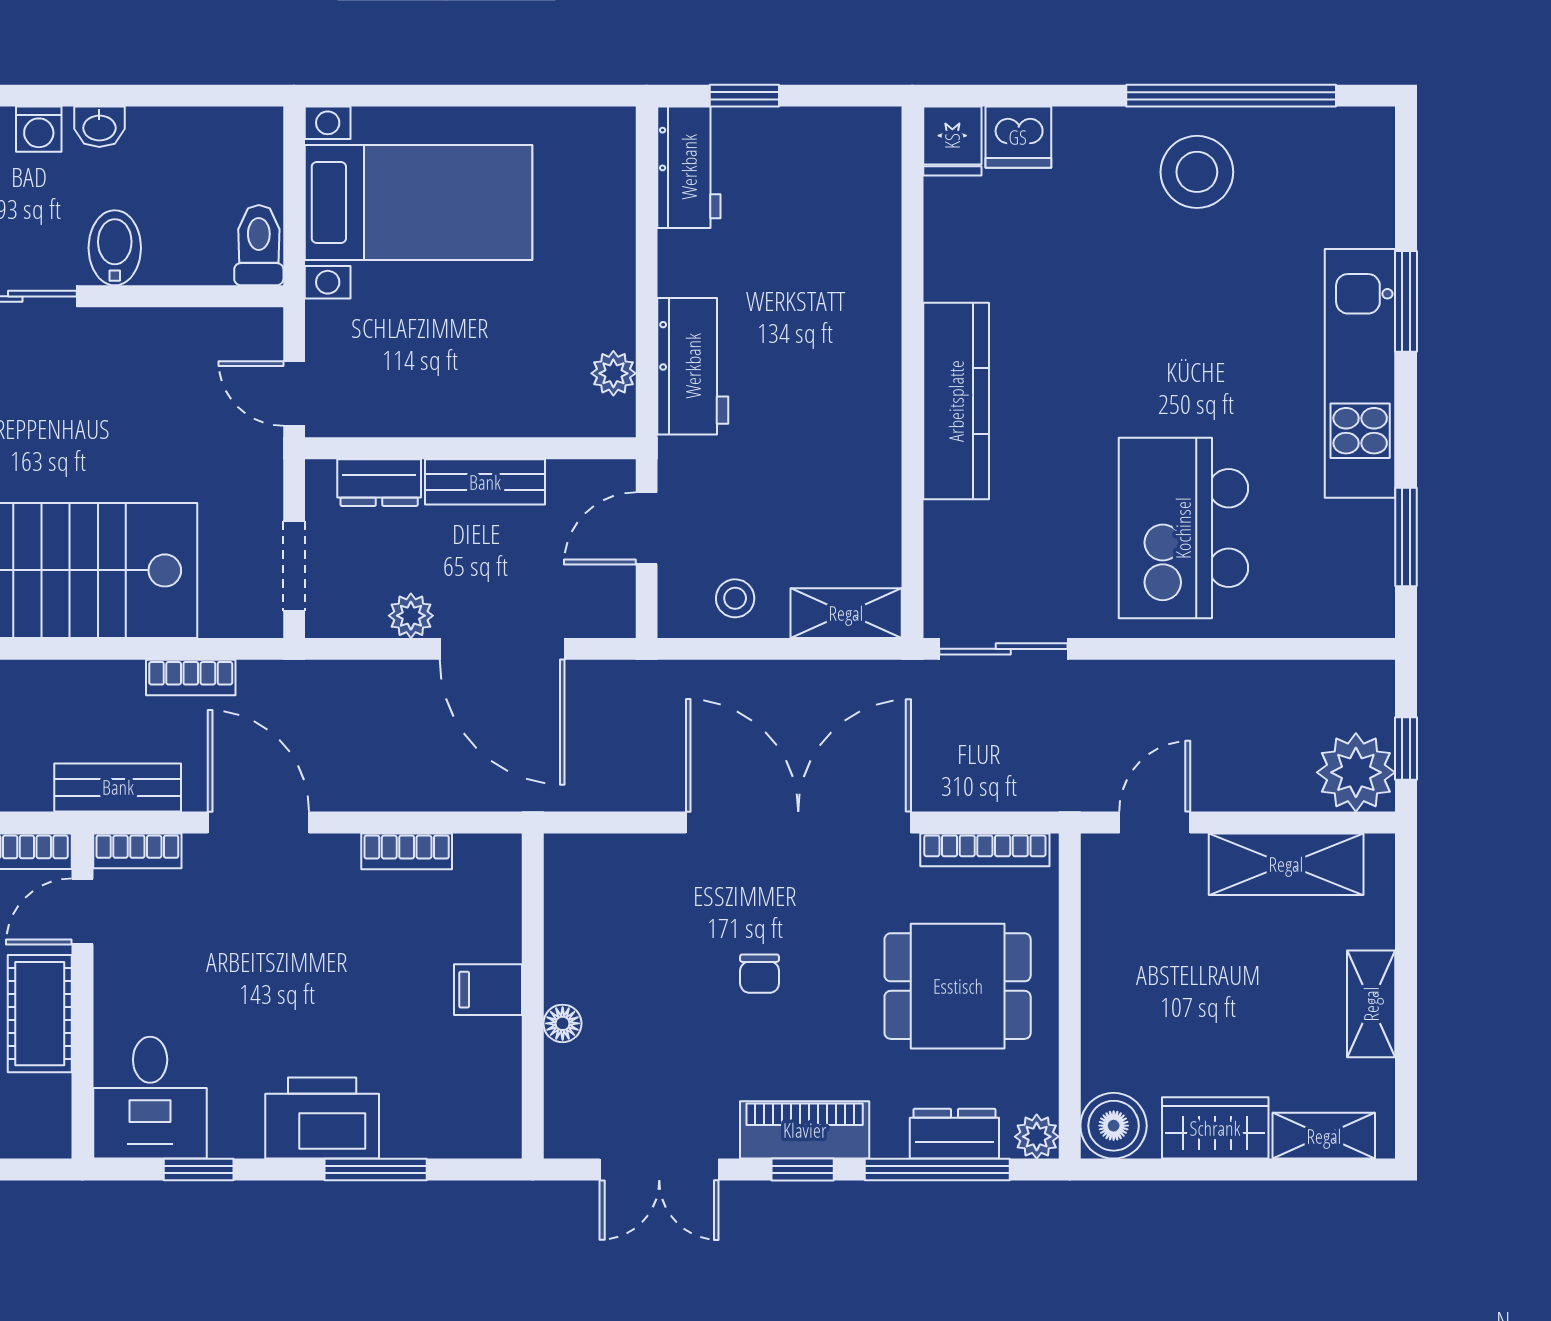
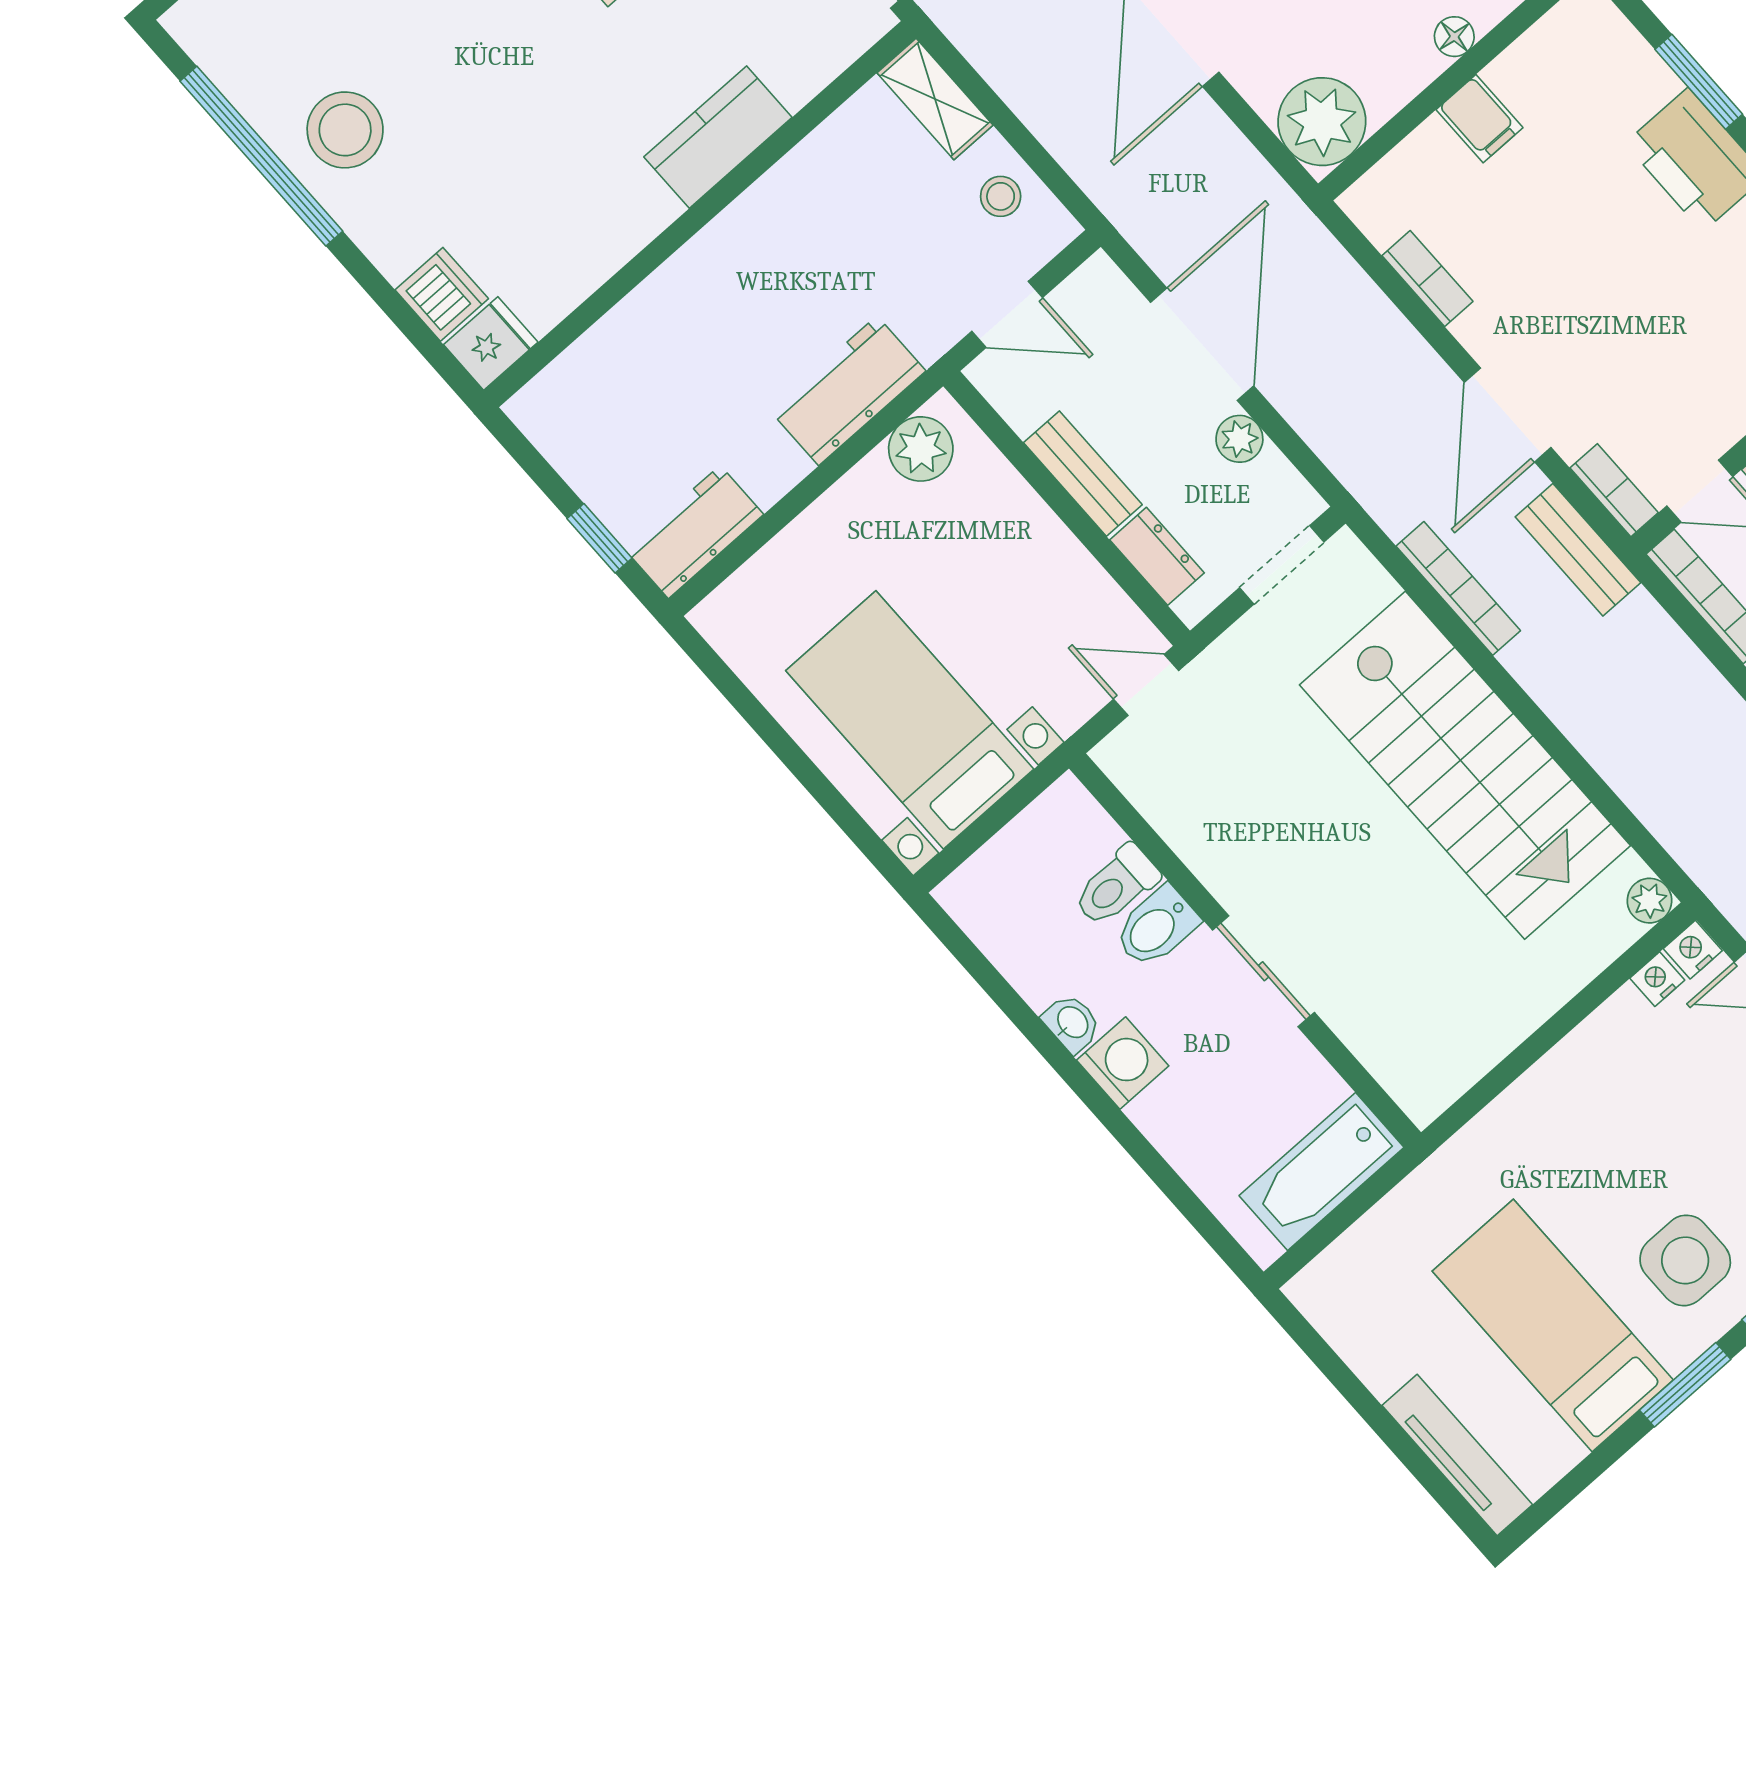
washing machine: (39, 129) -> (1123, 1063), width x1.38, depth x1.38
toilet: (259, 245) -> (1116, 886), moved
plant: (613, 373) -> (921, 449), width x1.38, depth x1.38
door: (294, 394) -> (1146, 685), swing flipped
kitchen counter: (956, 401) -> (718, 137), width x0.67
bookcase: (191, 678) -> (1458, 588), width x1.56
plant: (585, 875) -> (1322, 122), added

